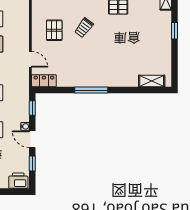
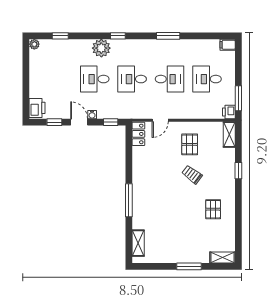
pallet: (54, 30) -> (190, 144), turned 90
window: (175, 31) -> (189, 266), width x1.50
window: (91, 90) -> (129, 200), moved
door: (32, 139) -> (79, 122), hinge flipped

